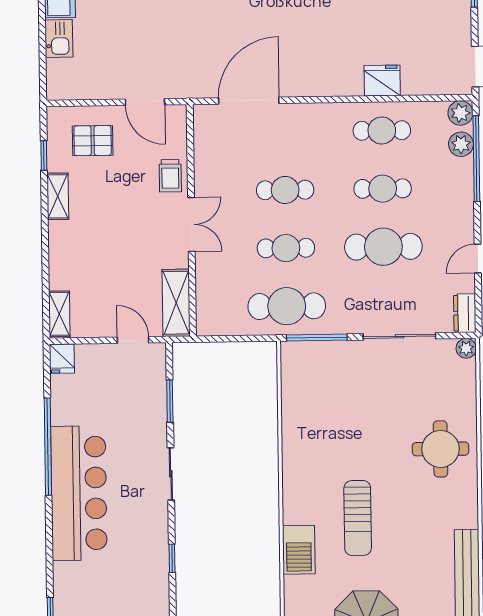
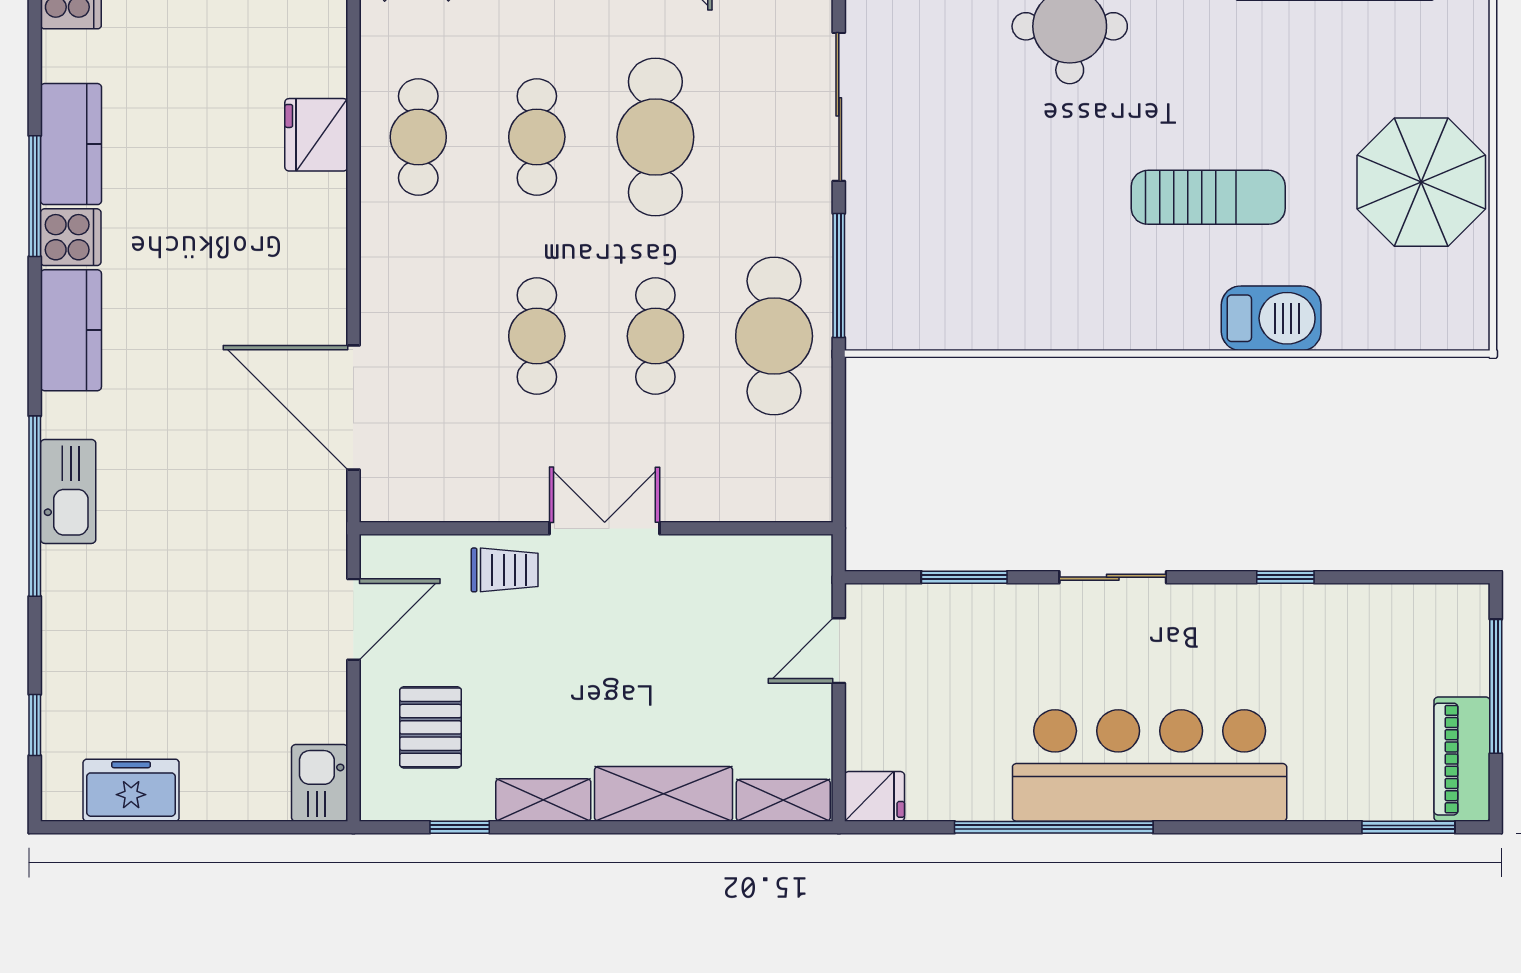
kitchen sink: (59, 39) -> (320, 783), moved, turned -90
shelving: (176, 303) -> (664, 794), moved

